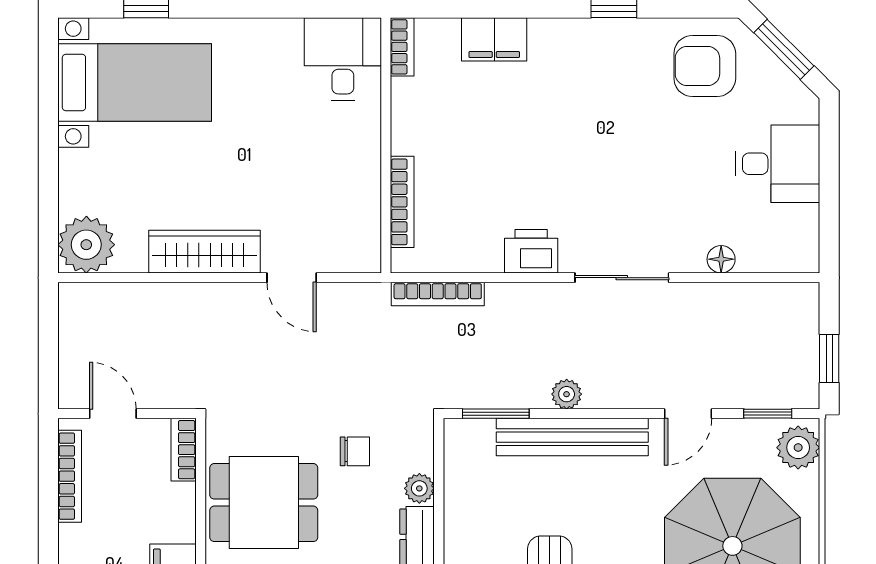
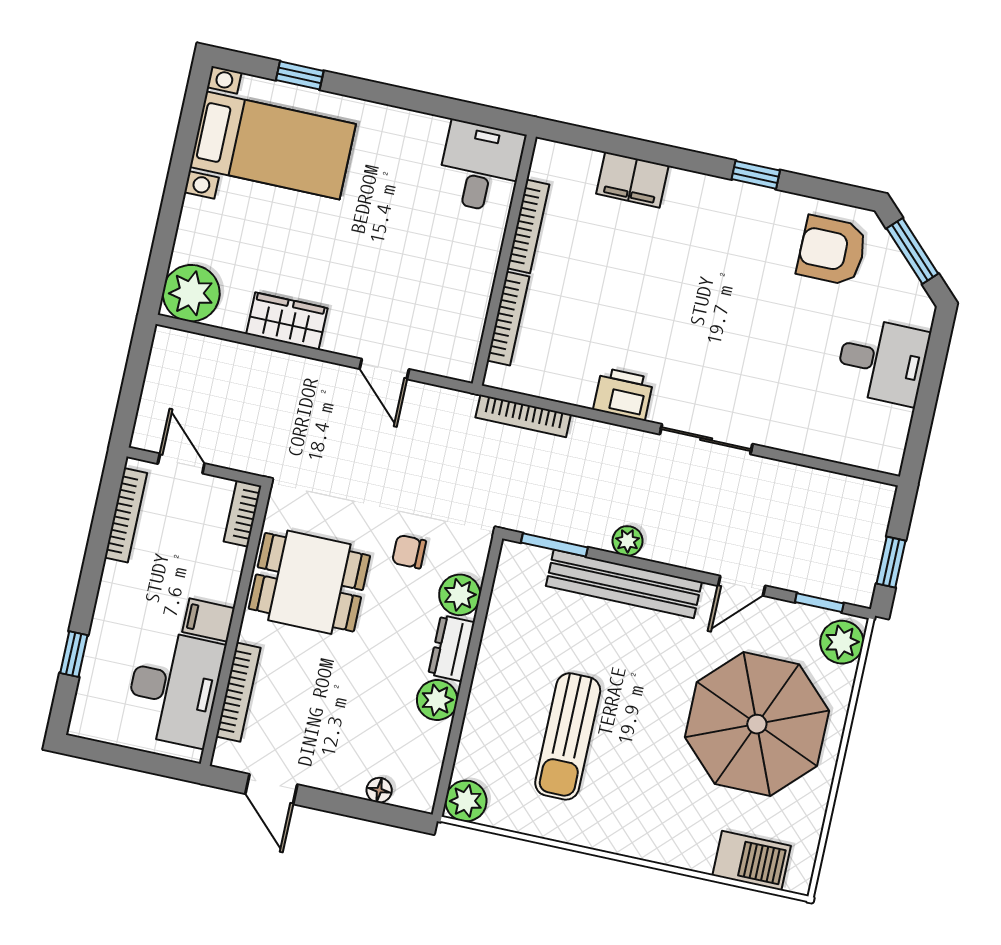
bookcase: (402, 47) -> (528, 226), moved, width x1.56
wardrobe: (204, 252) -> (287, 321), width x0.67
floor lamp: (721, 259) -> (807, 442), removed
chair: (355, 451) -> (409, 552), turned 180
plant: (419, 488) -> (460, 595), width x1.38, depth x1.38

